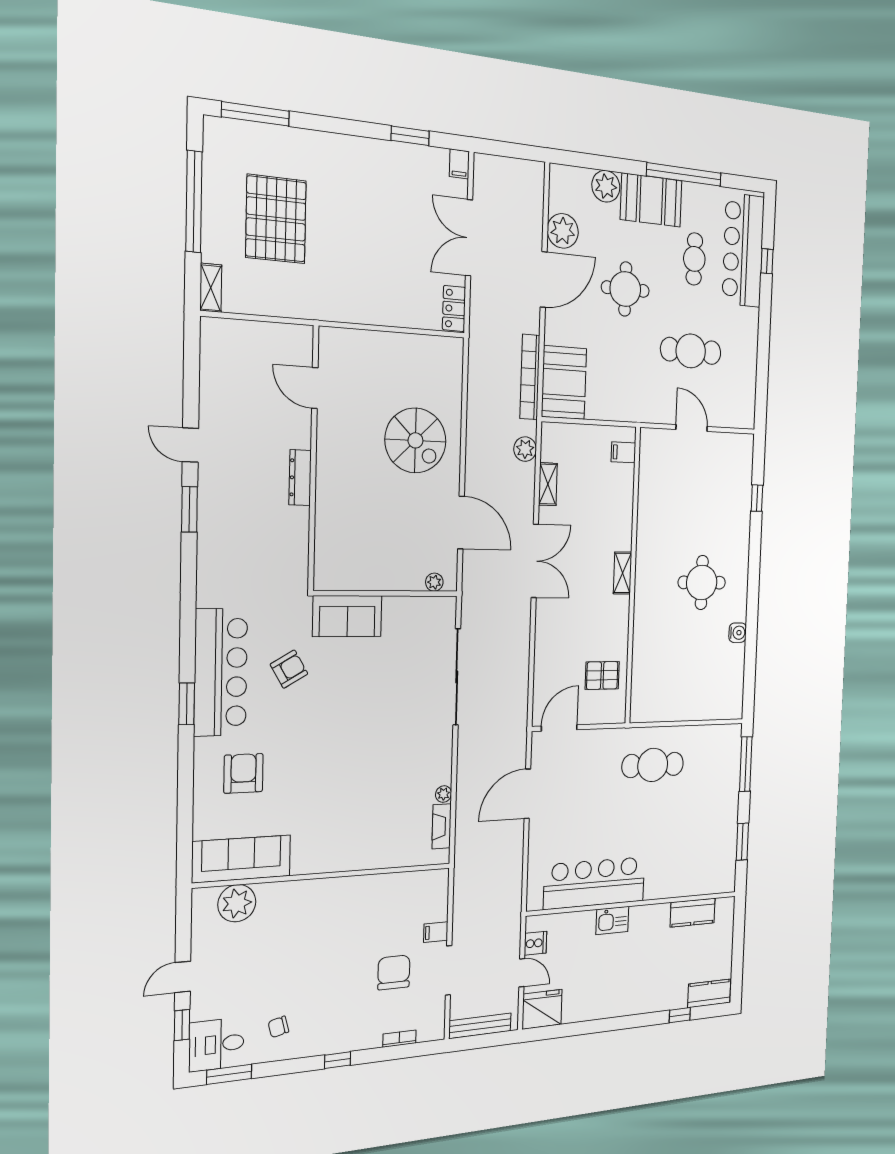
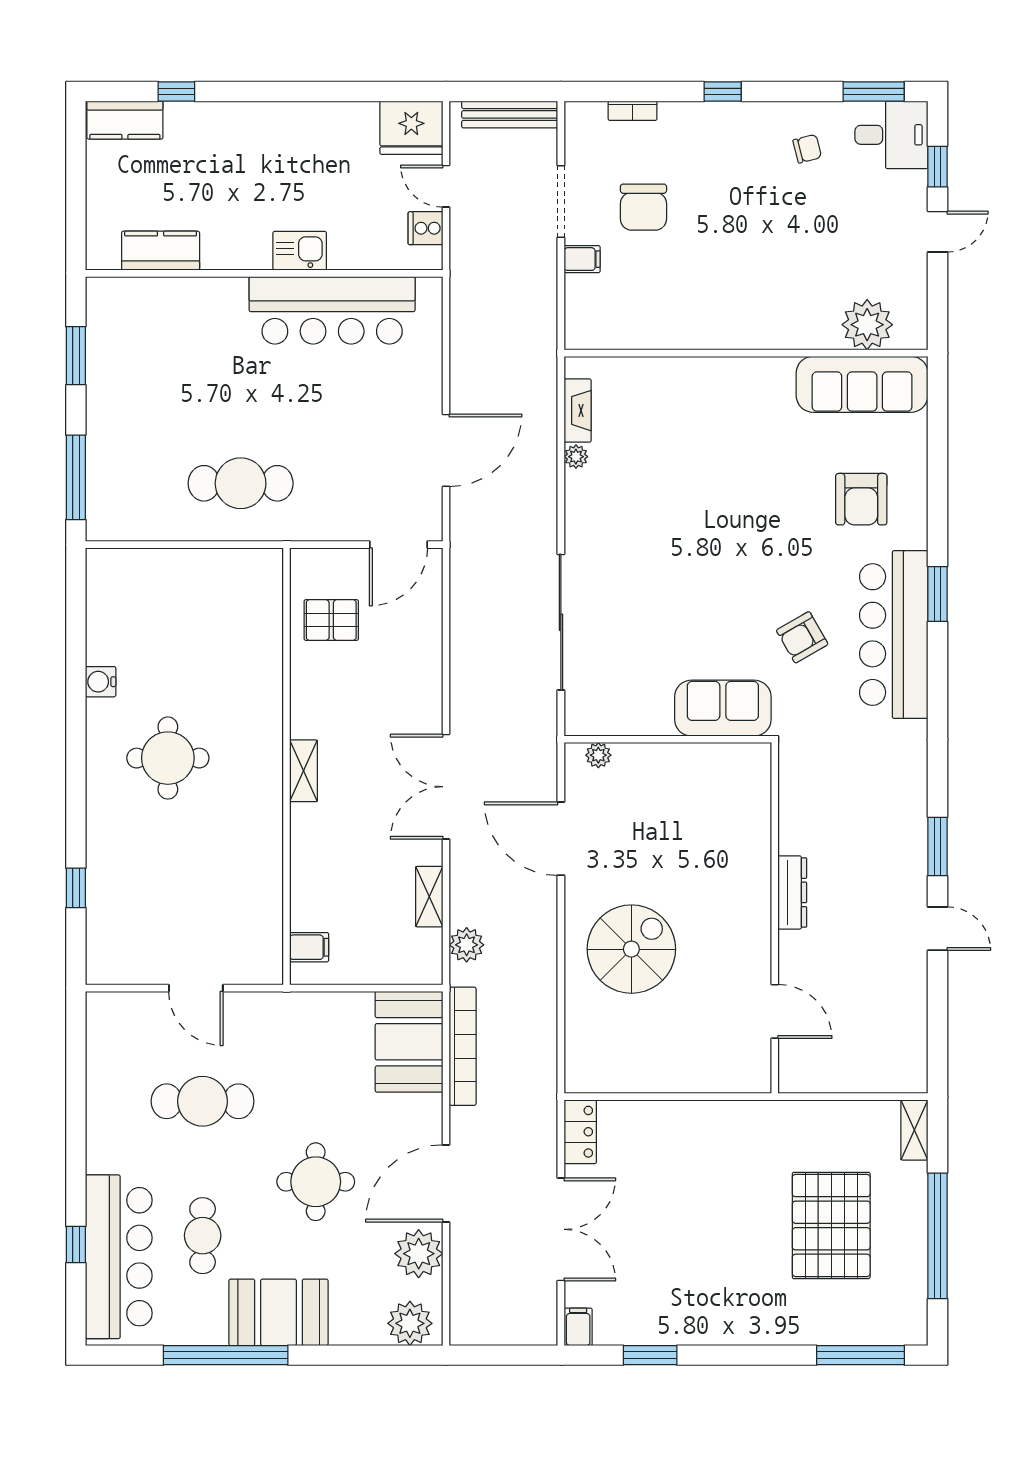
plant: (606, 186) -> (410, 1323), moved
spiral stairs: (415, 440) -> (631, 949), turned 90

